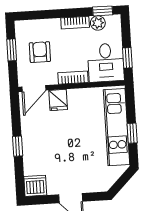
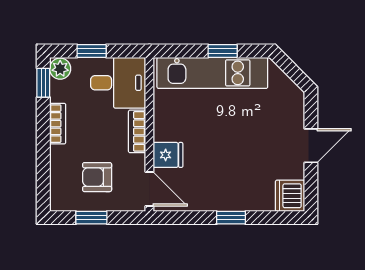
plant: (98, 23) -> (60, 69), moved
window: (127, 58) -> (92, 51), moved

